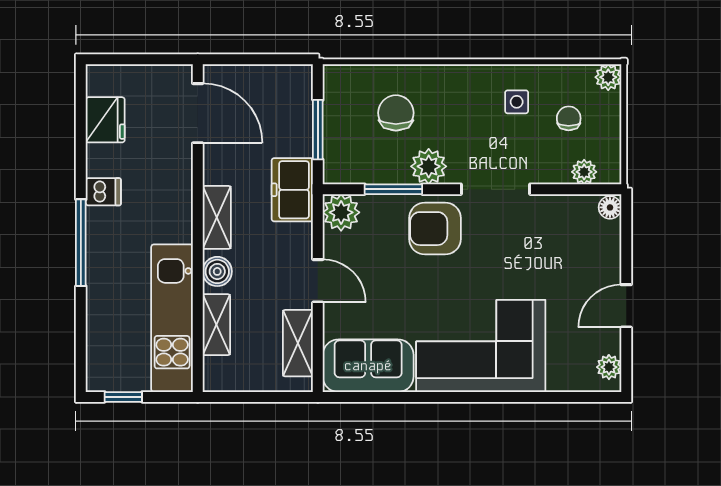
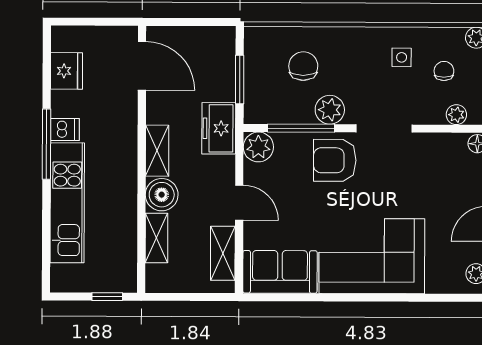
window: (393, 189) -> (301, 128), width x1.44
window: (81, 243) -> (46, 144), moved
boiler: (217, 271) -> (162, 195), width x1.36, depth x1.36
kitchen unit: (172, 318) -> (67, 203), moved, turned 180
window: (123, 397) -> (107, 297), moved

